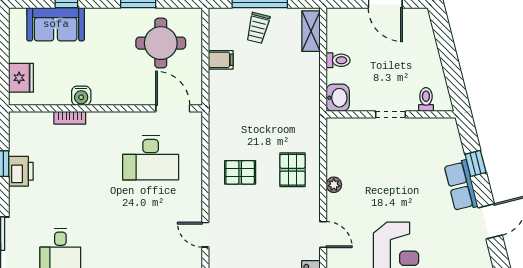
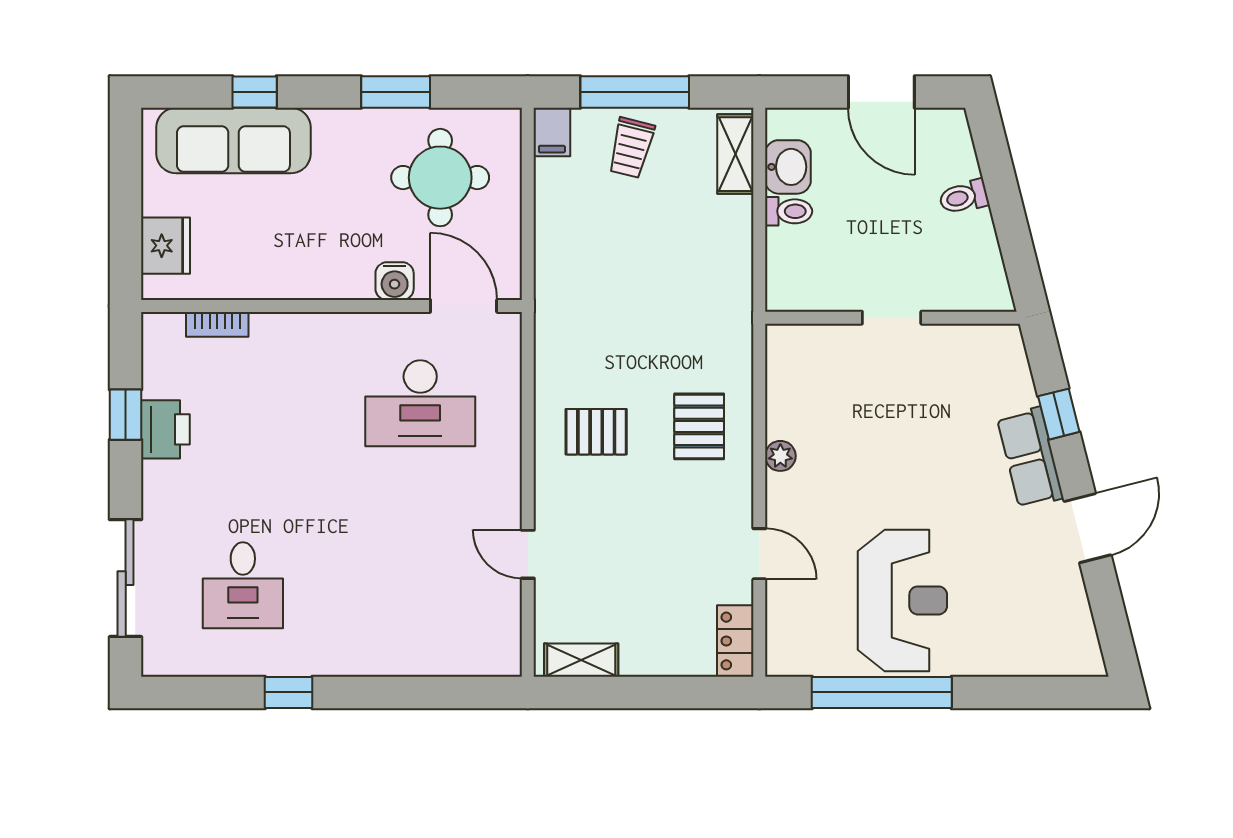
sofa: (56, 24) -> (233, 141), width x1.36
filing cabinet: (221, 60) -> (552, 132), moved, turned 90
water cooler: (81, 96) -> (395, 281), moved
washbasin: (338, 98) -> (788, 167), moved
toilet: (426, 100) -> (964, 197), moved, turned -104
bookcase: (70, 118) -> (217, 324), moved

